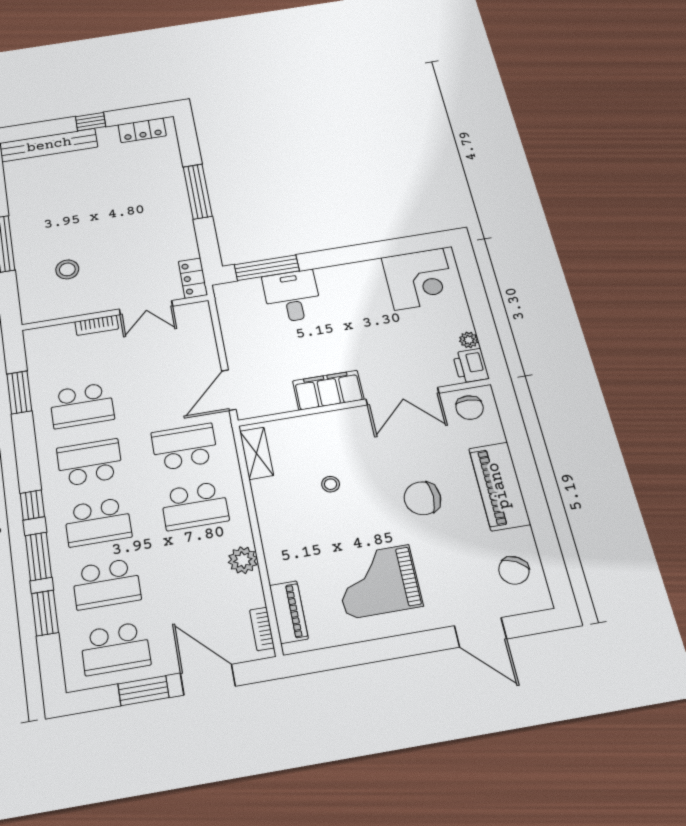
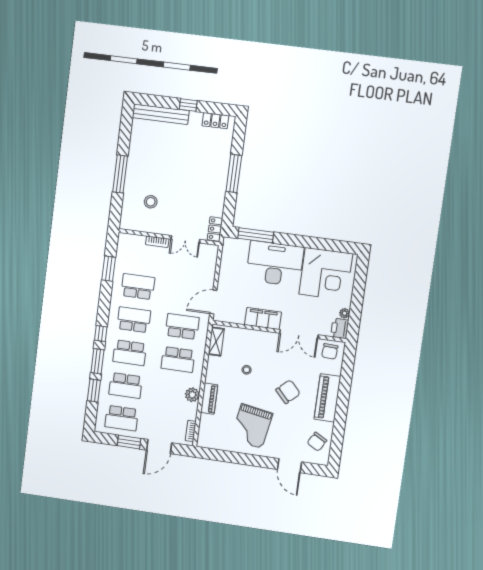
corner desk: (419, 279) -> (326, 274), width x1.36, depth x1.36
desk: (292, 296) -> (275, 264), width x1.87, depth x1.30
school desk: (82, 405) -> (138, 287), turned 180
chair: (422, 498) -> (288, 392), turned 137
grand piano: (378, 582) -> (252, 426), turned -80
piano: (289, 612) -> (209, 399), moved
door: (208, 680) -> (159, 446), swing flipped

